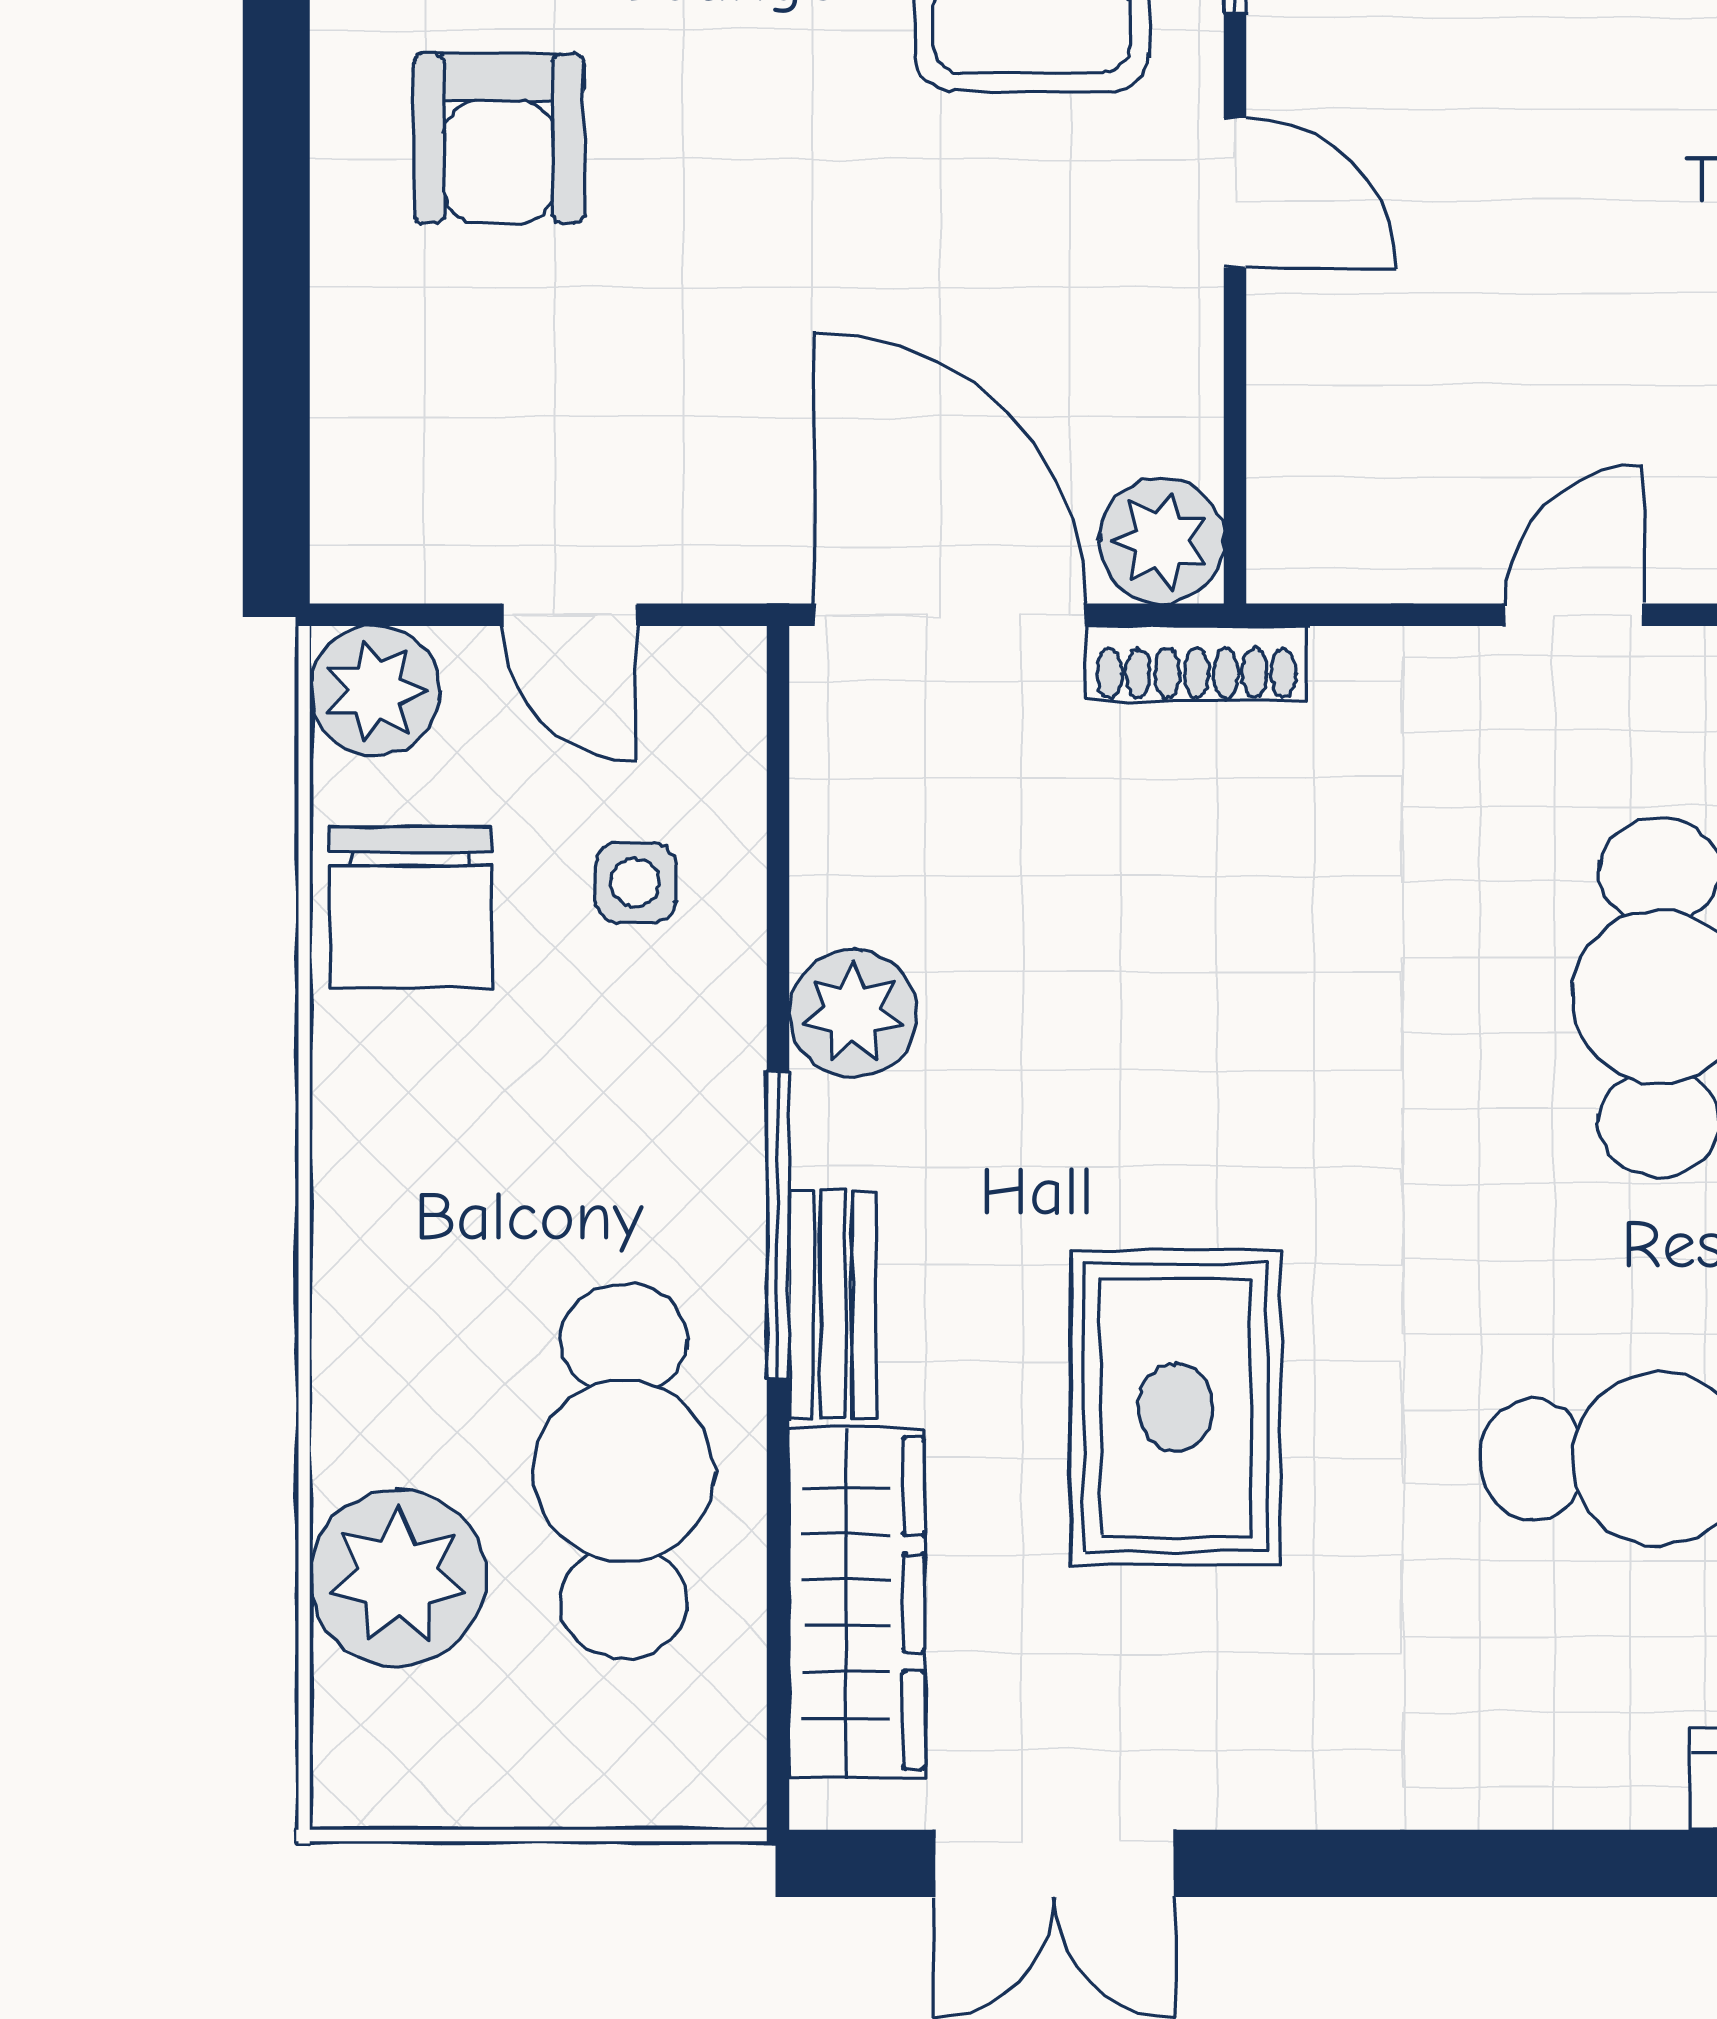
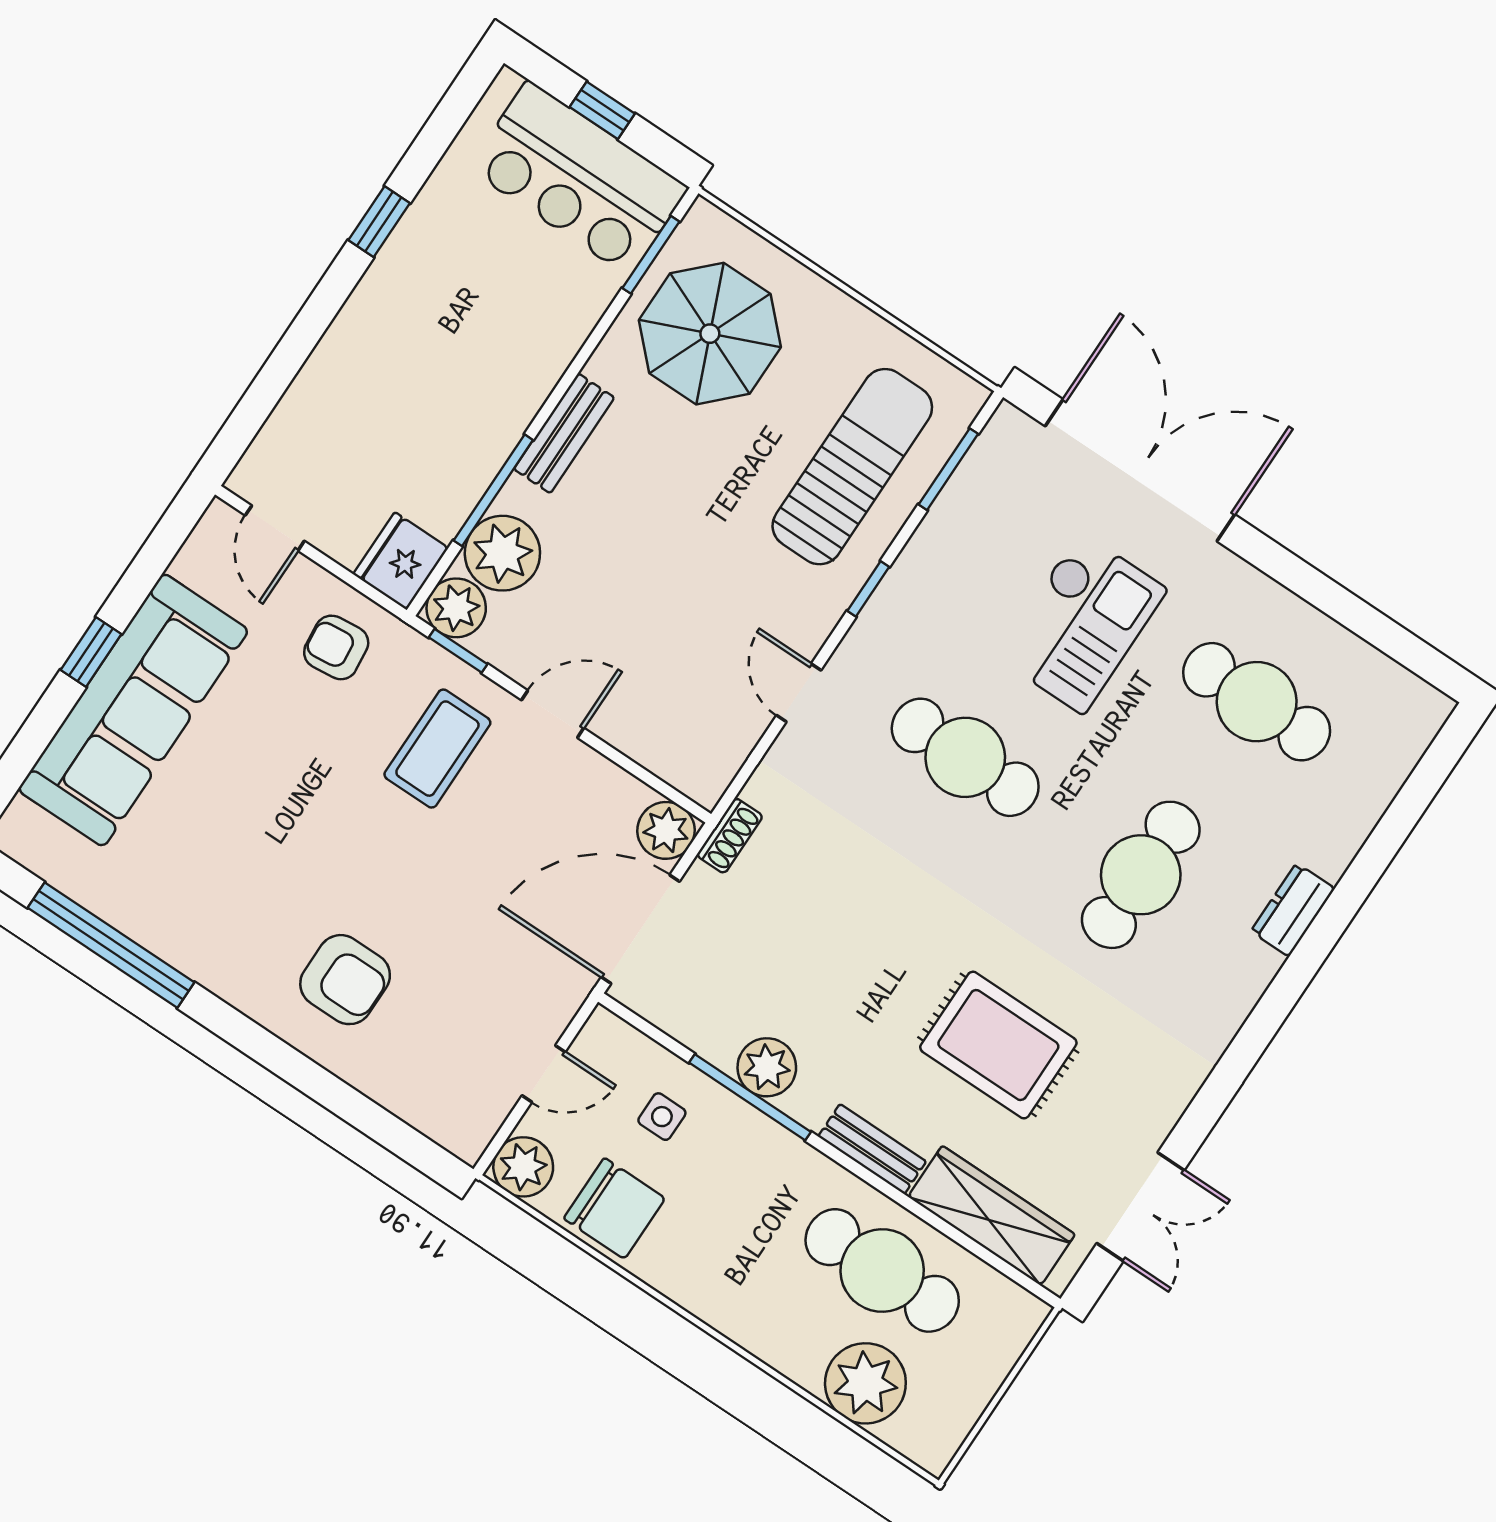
shoe rack: (1196, 663) -> (730, 836), width x0.70
window: (778, 1225) -> (750, 1097), moved

